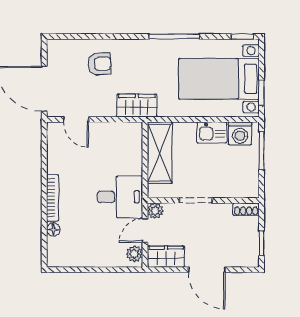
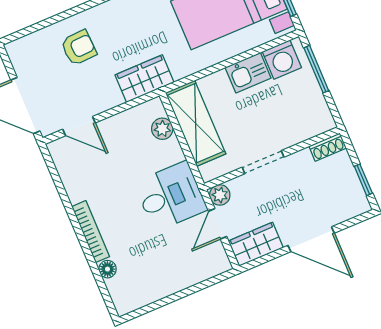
plant: (134, 254) -> (162, 129), moved

